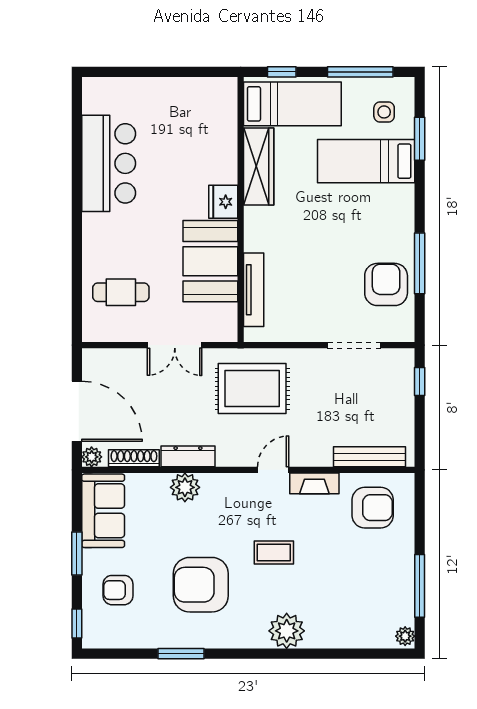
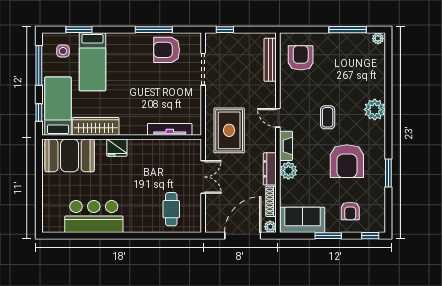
booth: (210, 261) -> (70, 155), moved
fireplace: (314, 483) -> (286, 146), moved

